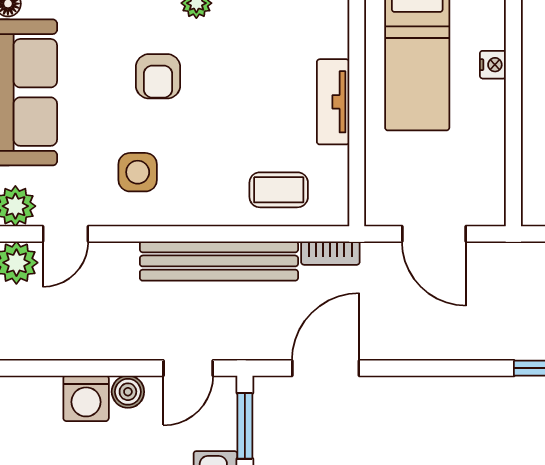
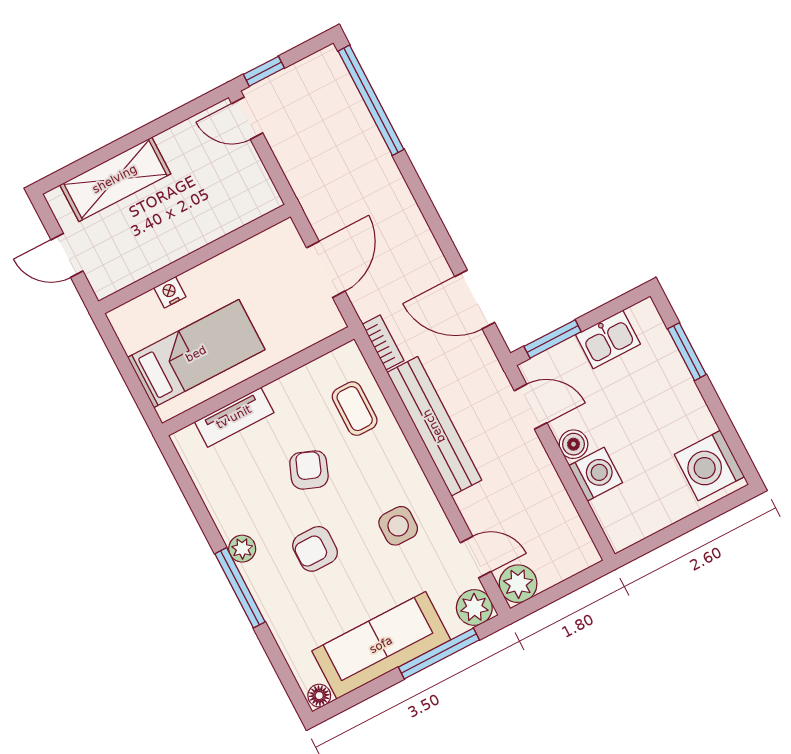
armchair: (158, 76) -> (315, 549), turned 180
tv unit: (333, 102) -> (234, 417), moved
armchair: (241, 112) -> (309, 470), added

